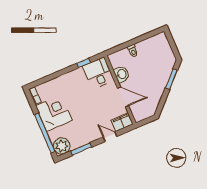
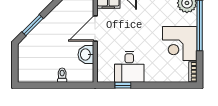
desk: (98, 73) -> (129, 67), moved
door: (123, 97) -> (95, 28), hinge flipped

